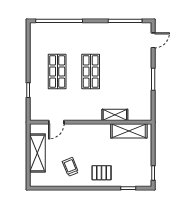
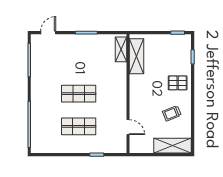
door: (153, 40) -> (48, 33), hinge flipped
shelving: (115, 115) -> (121, 49), moved
shelving: (37, 153) -> (172, 146), moved
pallet: (102, 173) -> (178, 83), turned 90

